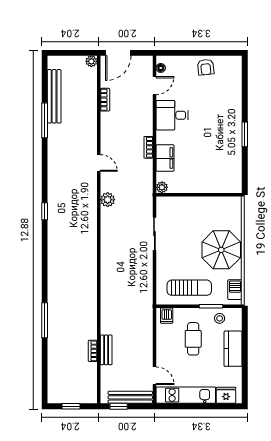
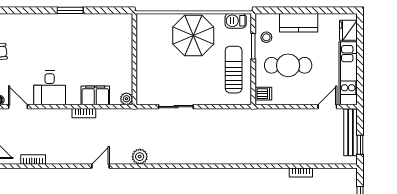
cafe table: (193, 339) -> (288, 65), width x1.37, depth x1.35
bench: (106, 350) -> (300, 158), removed

